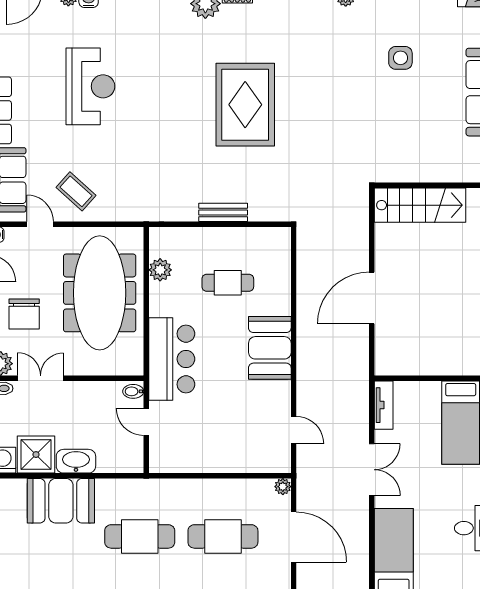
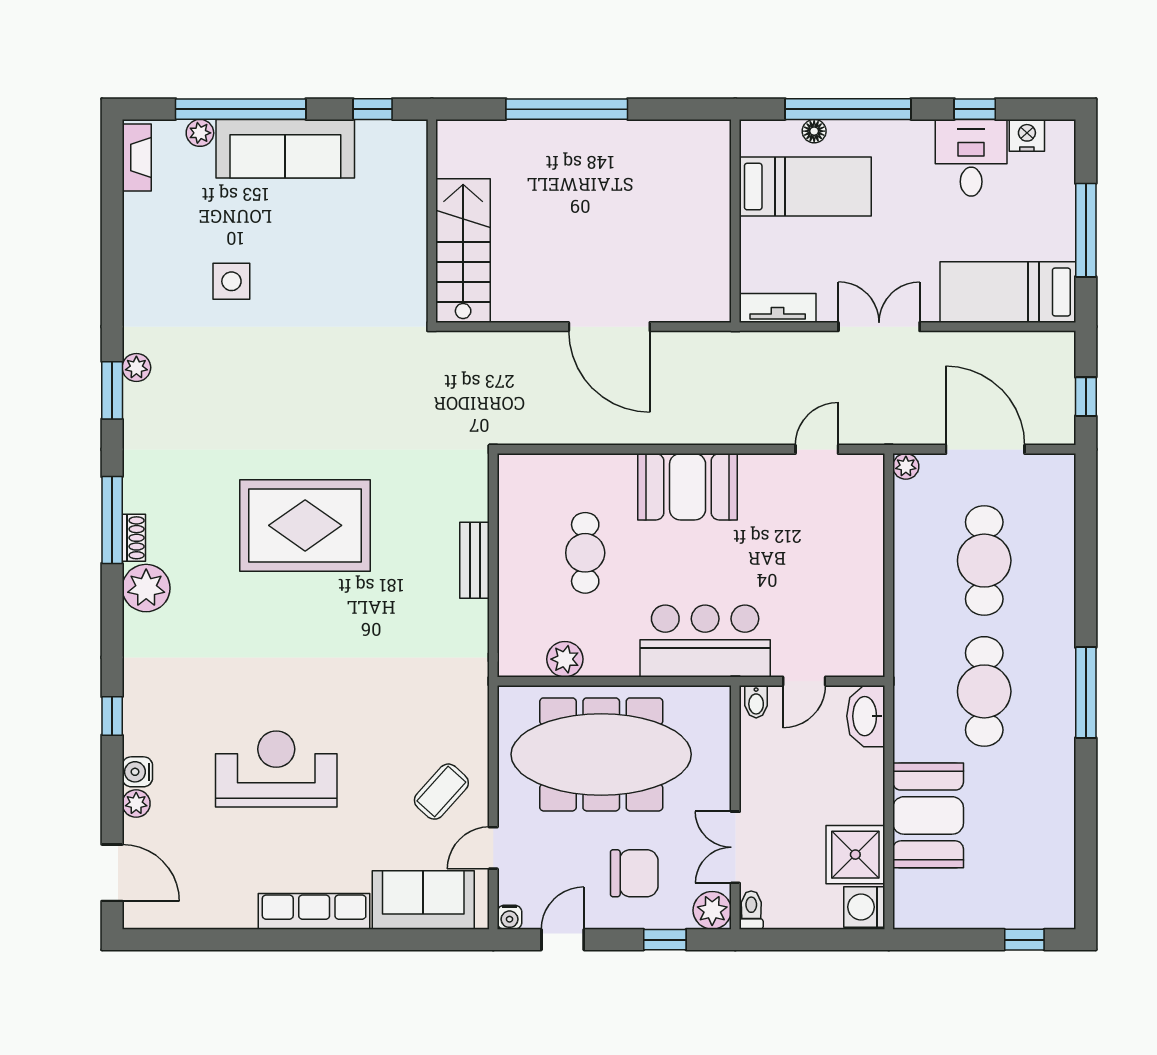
washbasin: (76, 461) -> (866, 716), moved
door: (294, 537) -> (985, 449), hinge flipped

